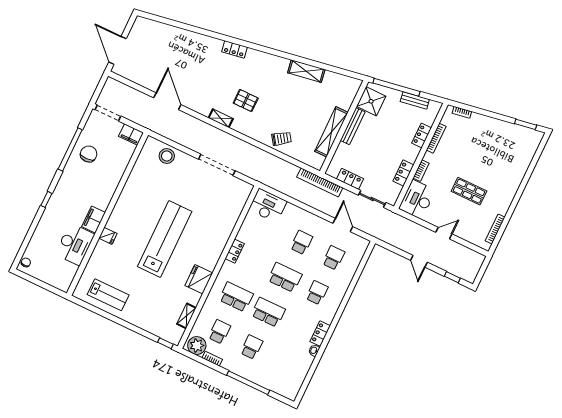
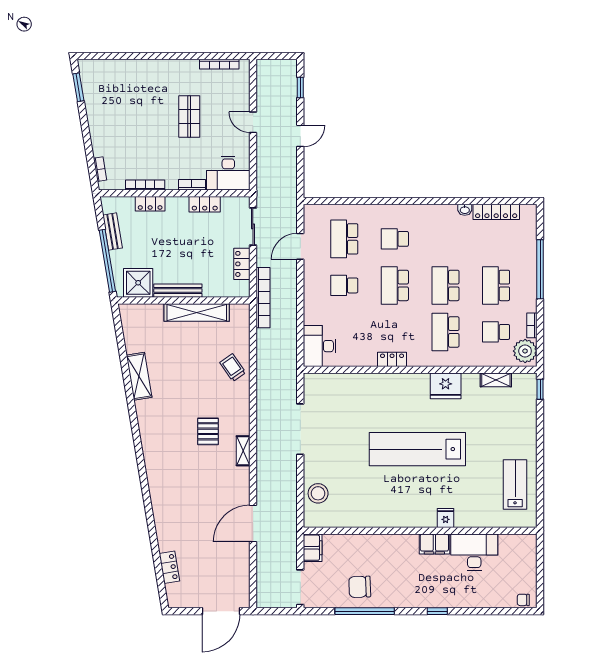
locker: (235, 49) -> (169, 567), moved
school desk: (334, 258) -> (344, 239), width x1.85
locker: (320, 334) -> (496, 212), moved, width x1.53
school desk: (252, 347) -> (496, 285), width x1.85

